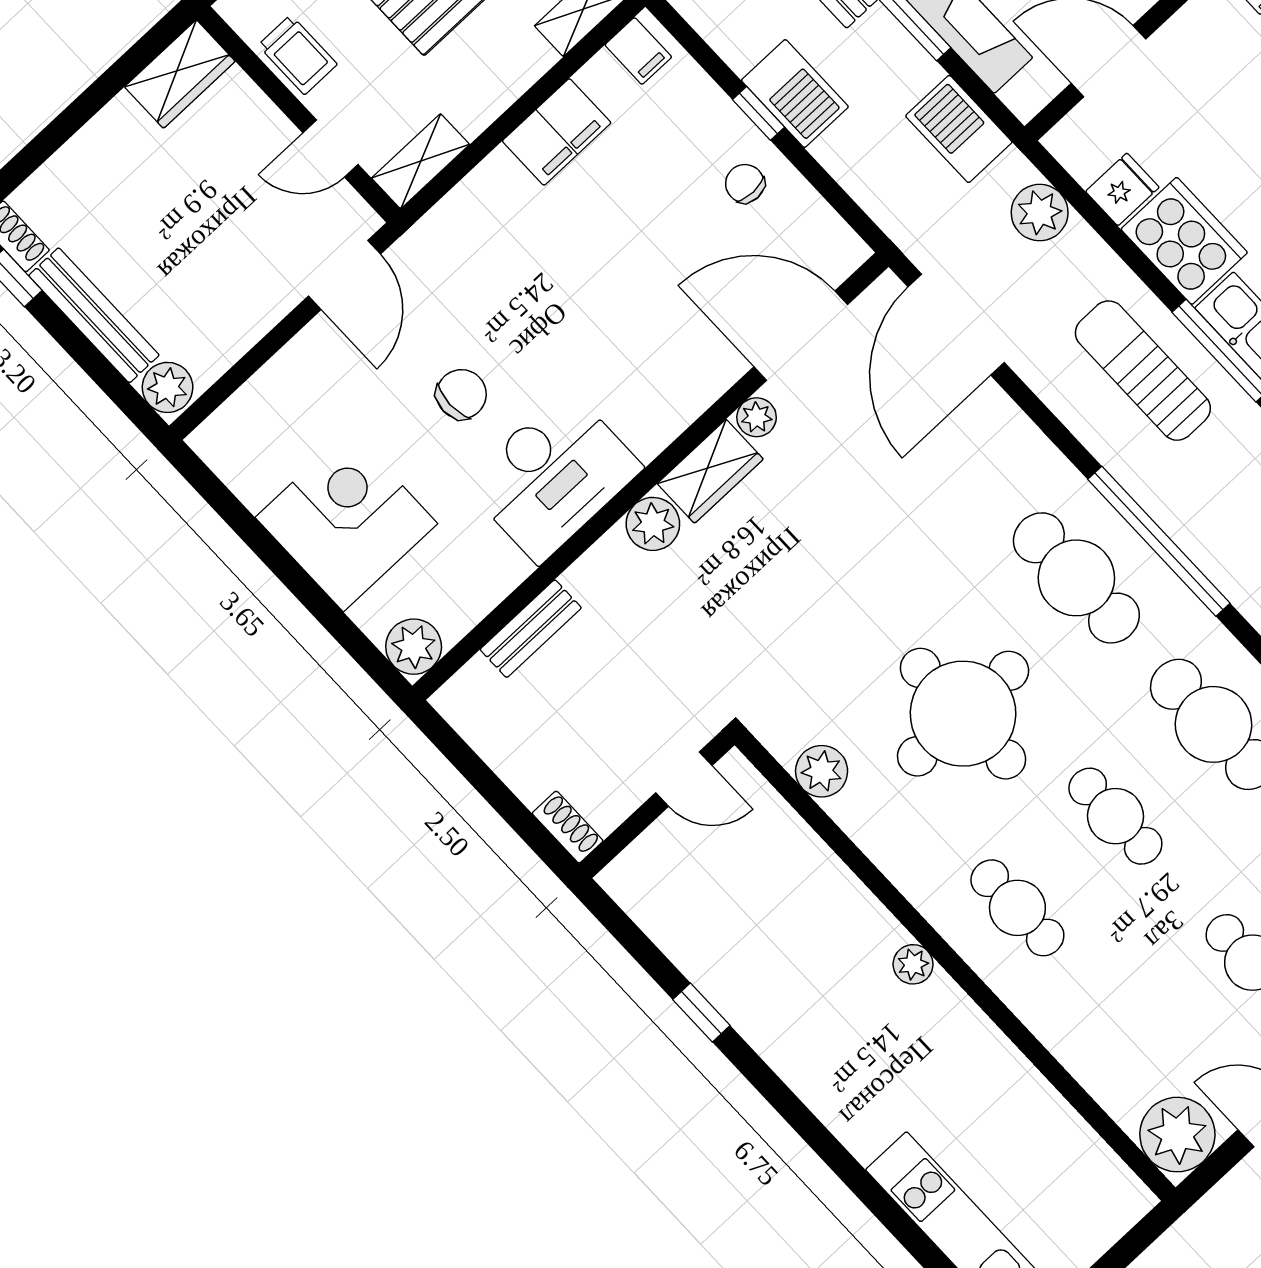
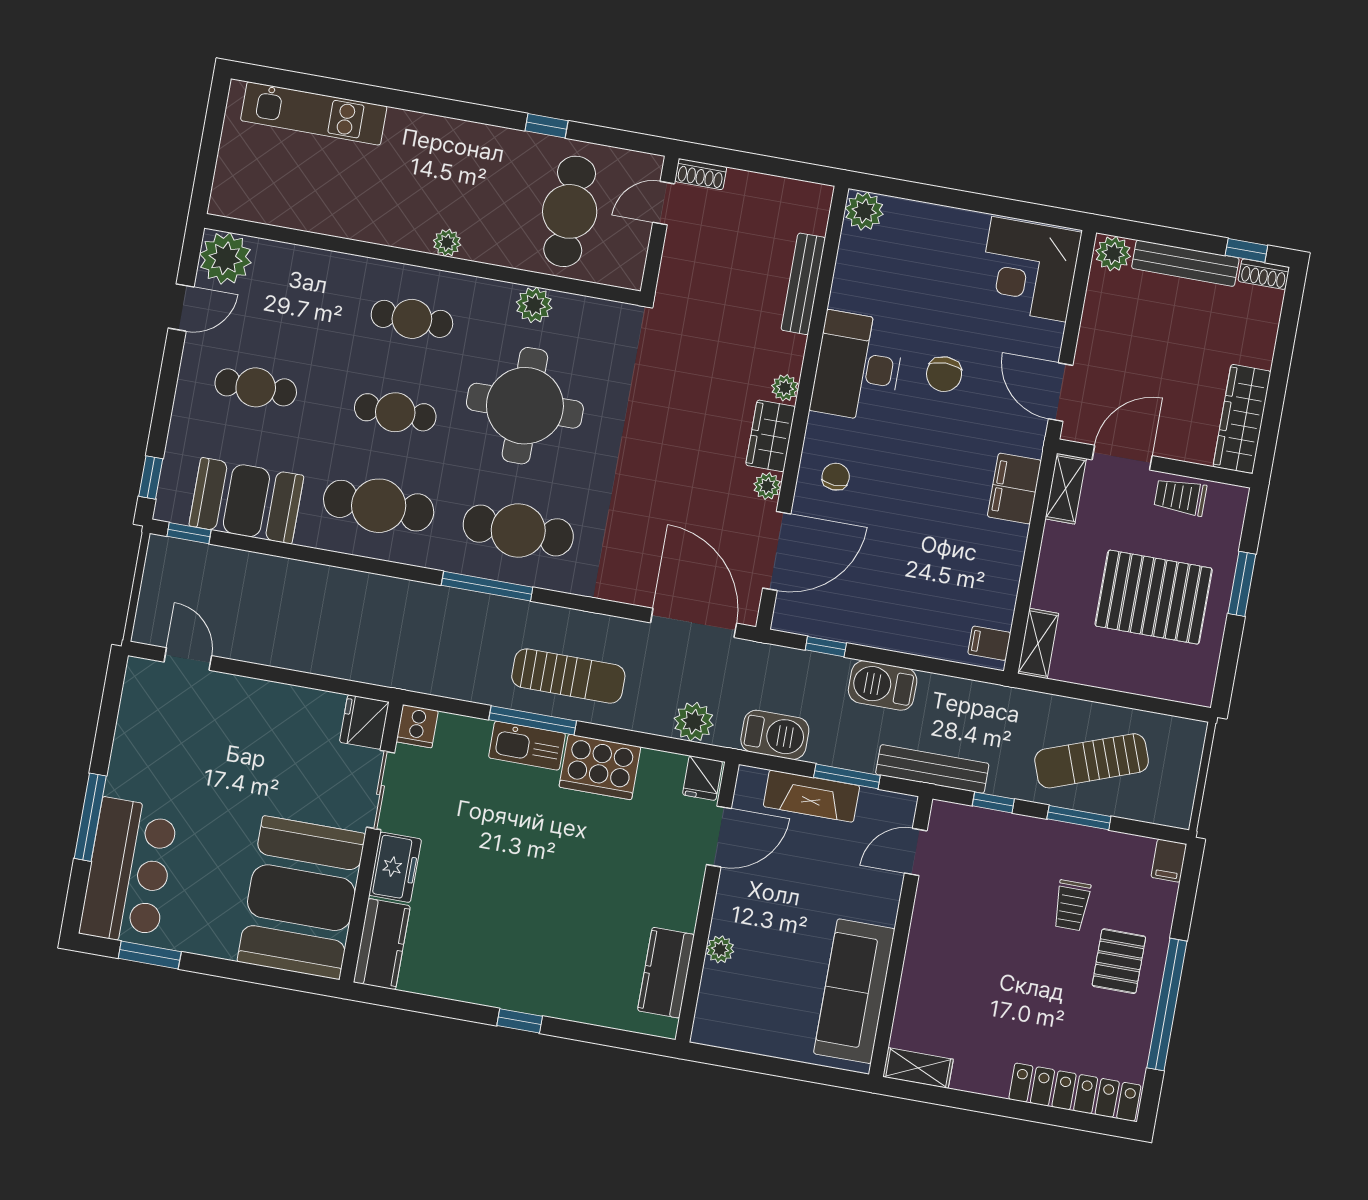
wardrobe: (180, 74) -> (1242, 419), width x1.50
window: (758, 113) -> (826, 647), moved
filing cabinet: (557, 132) -> (1014, 489), moved
door: (330, 149) -> (1122, 458), width x1.38
chair: (745, 184) -> (836, 477), moved, turned -87
fridge: (1122, 189) -> (702, 778), moved
corner desk: (346, 520) -> (1029, 269), moved, turned 90
plant: (653, 524) -> (785, 388), width x0.73, depth x0.73
window: (1159, 541) -> (487, 586), width x0.68
bench: (531, 629) -> (803, 284), width x1.36
plant: (822, 771) -> (534, 305), moved
door: (684, 779) -> (664, 203), moved
cafe table: (748, 896) -> (570, 211), added

